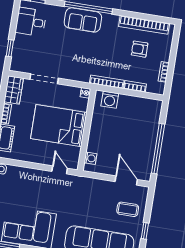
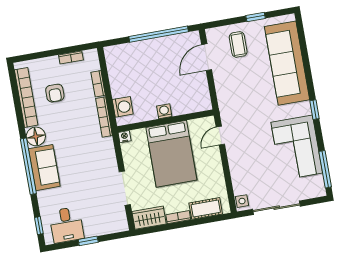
floor lamp: (110, 22) -> (36, 136), added
window: (10, 48) -> (88, 241), moved
washing machine: (90, 158) -> (164, 111), moved

